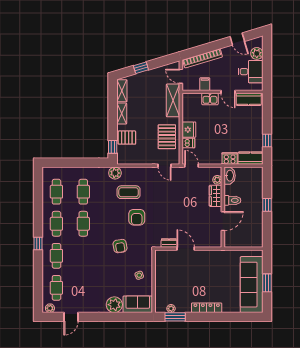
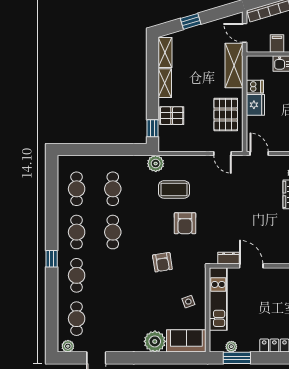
dishwasher: (188, 143) -> (255, 87), moved
kitchen unit: (161, 273) -> (218, 299), added

